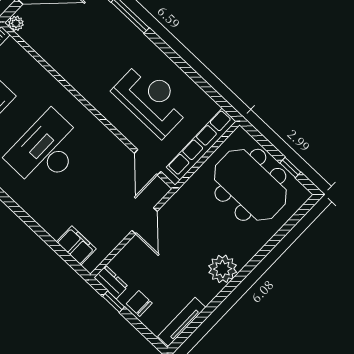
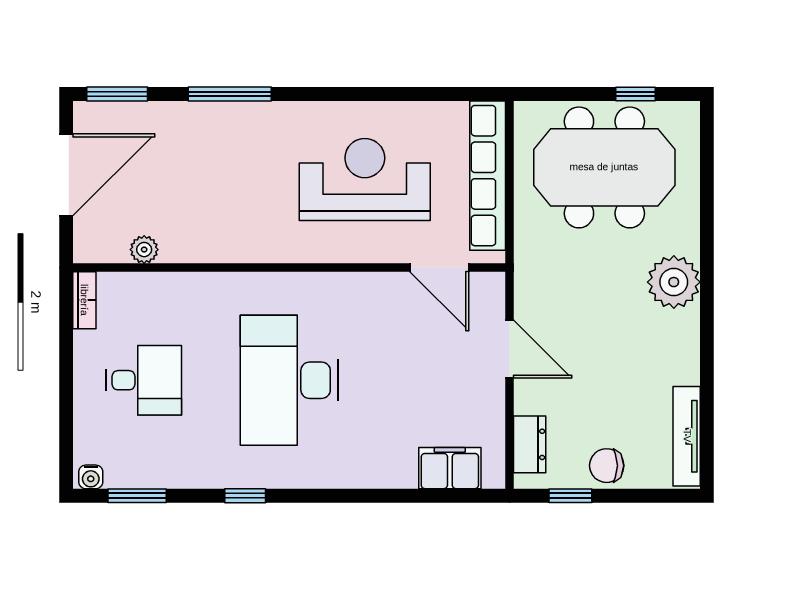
plant: (16, 23) -> (144, 250), moved
plant: (223, 269) -> (674, 282), moved
dresser: (111, 282) -> (530, 444), moved, turned 90

